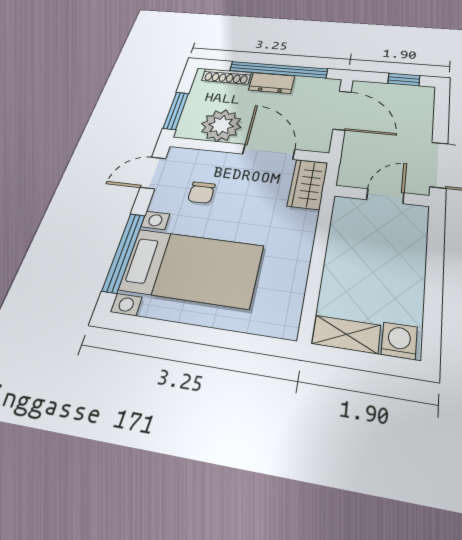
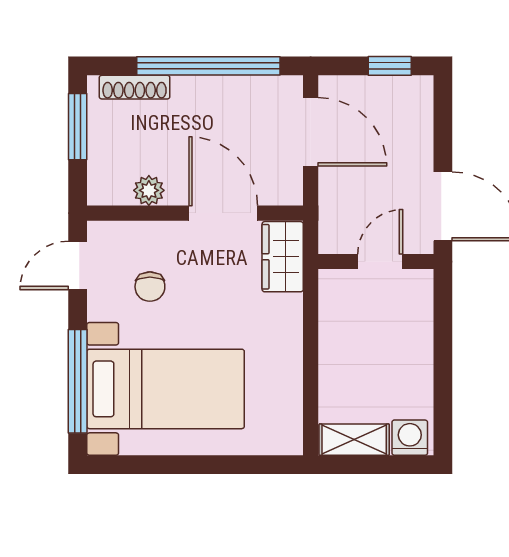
dresser: (272, 83) -> (203, 93), removed
window: (176, 111) -> (78, 127), moved
plant: (221, 125) -> (149, 190), width x0.53, depth x0.53

